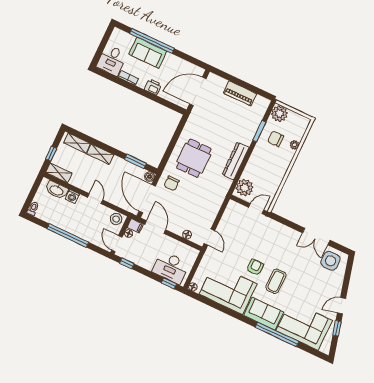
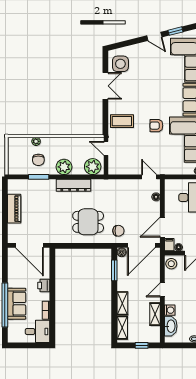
plant: (279, 114) -> (64, 167), moved
shelving: (59, 173) -> (155, 314), moved
door: (209, 237) -> (149, 177), hinge flipped
coffee table: (276, 281) -> (122, 121), moved

